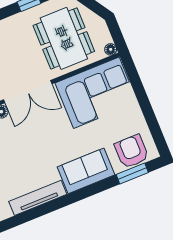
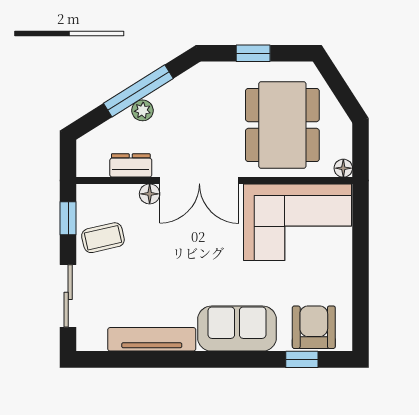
window: (132, 173) -> (302, 359), width x0.67

